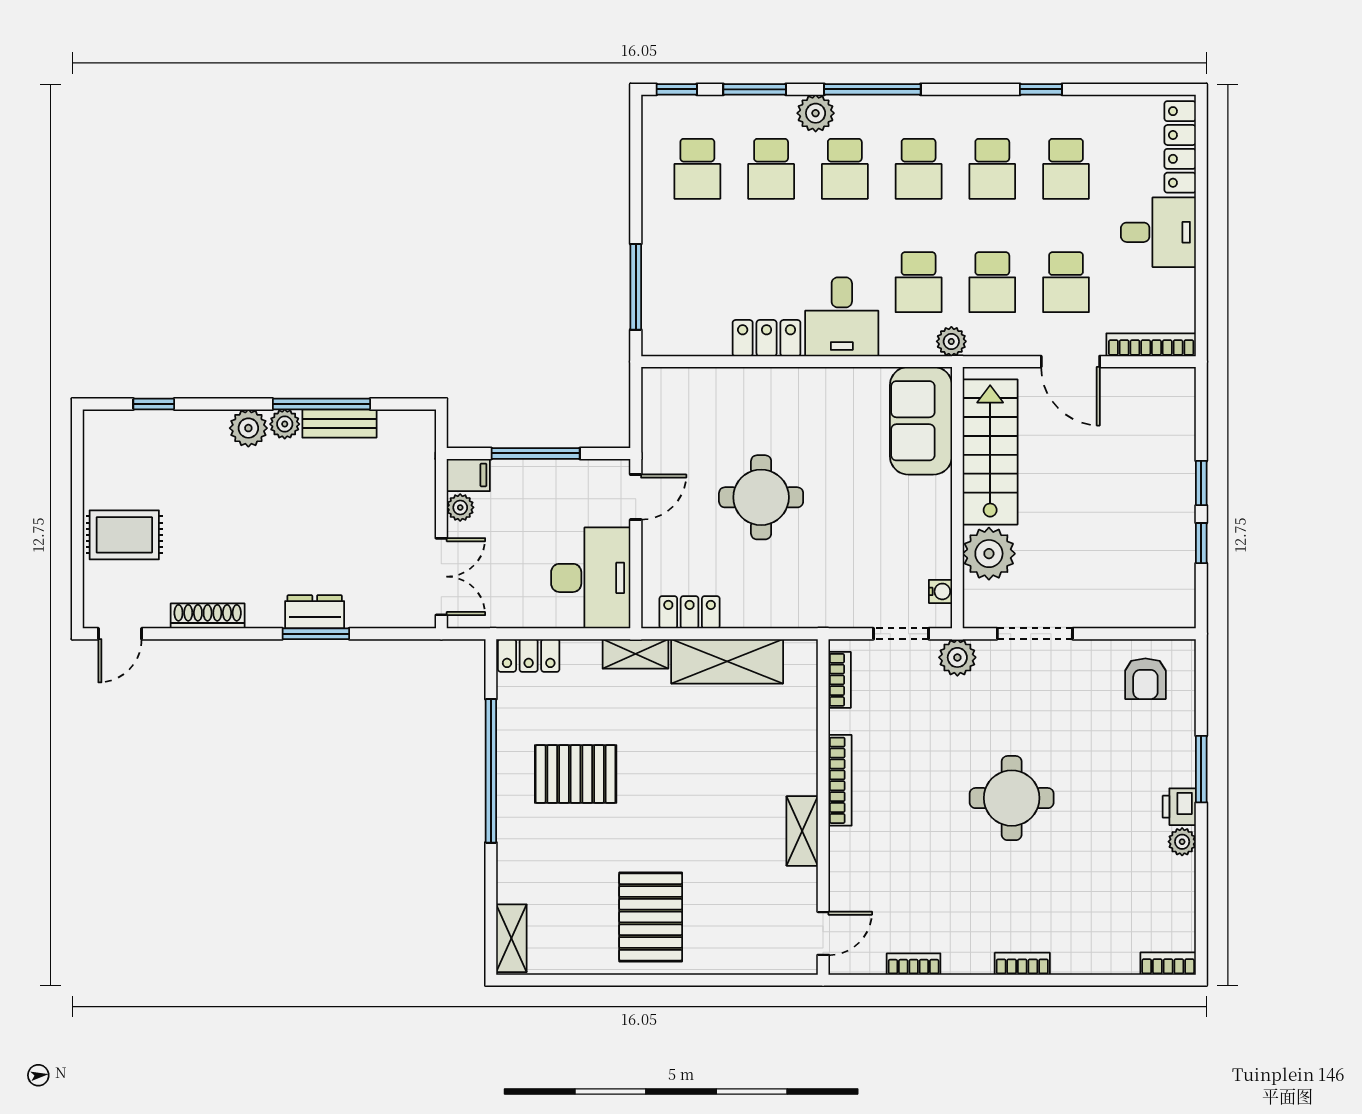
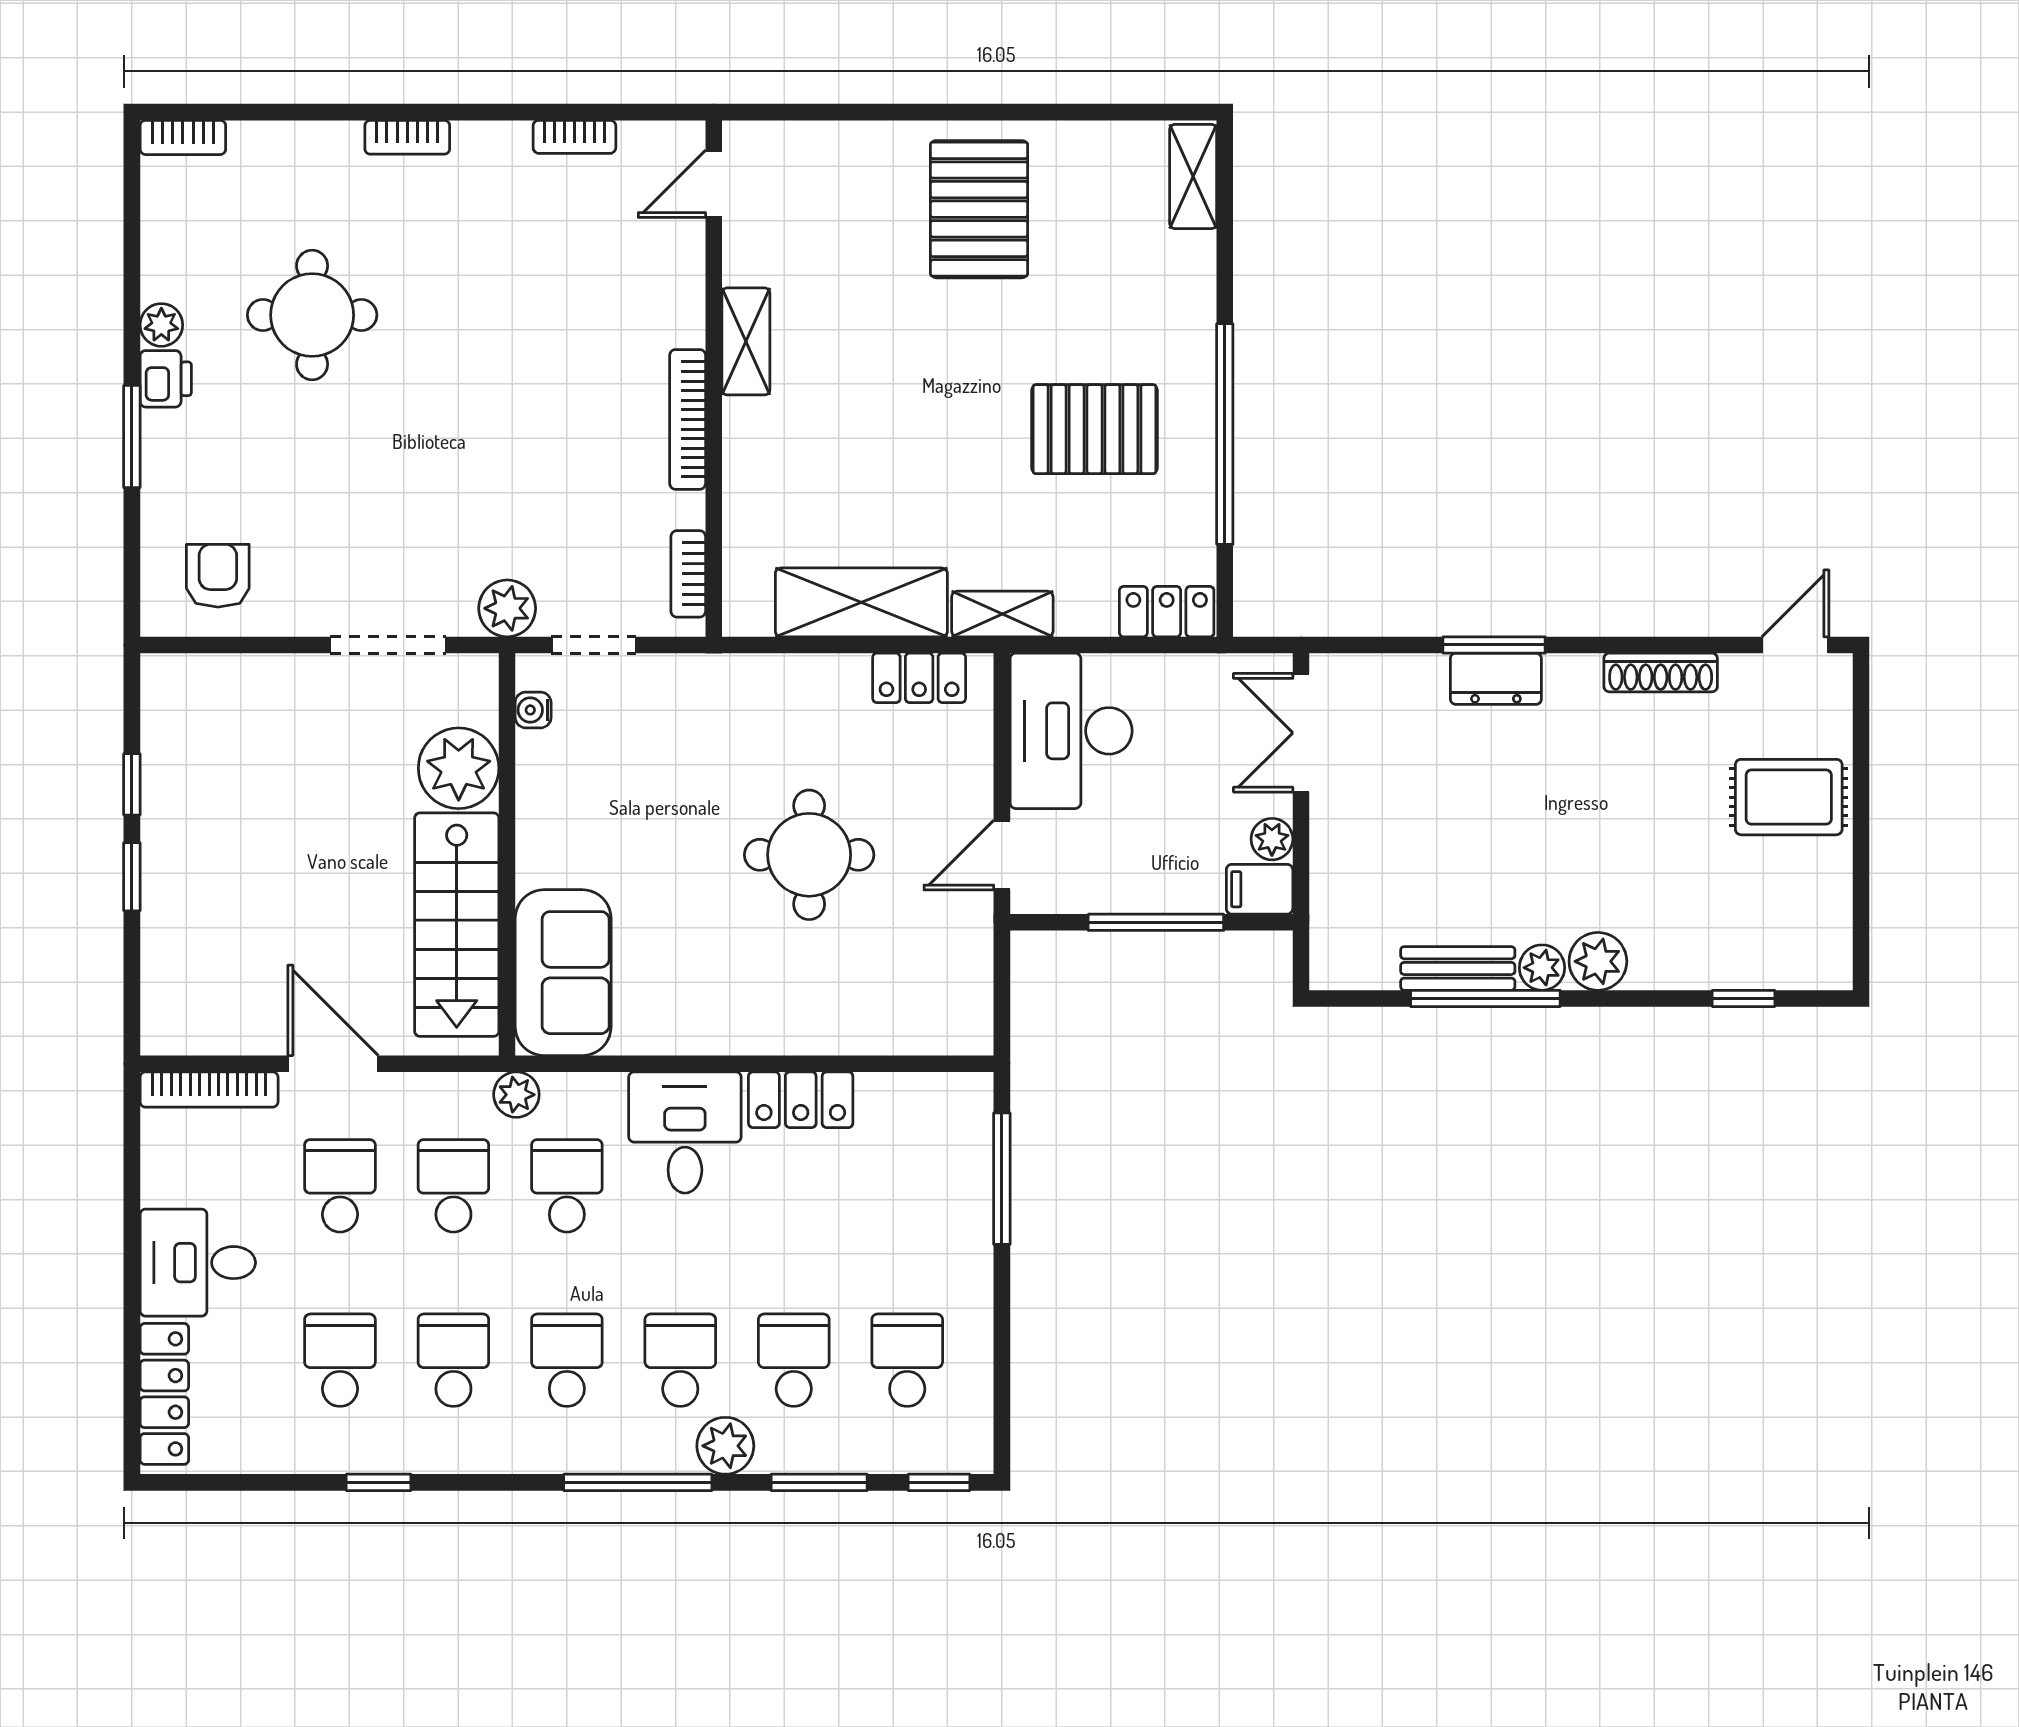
round table: (1012, 798) -> (312, 315), moved

